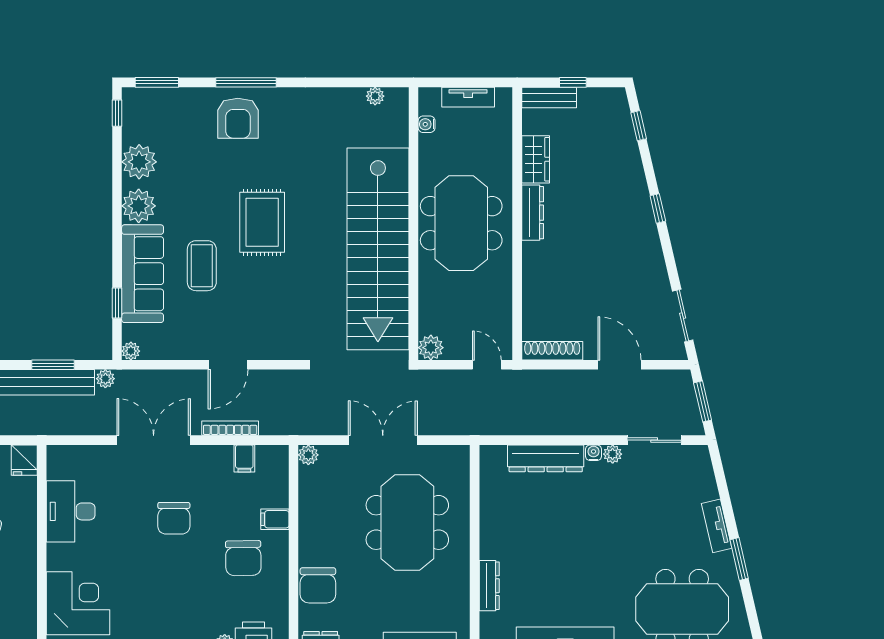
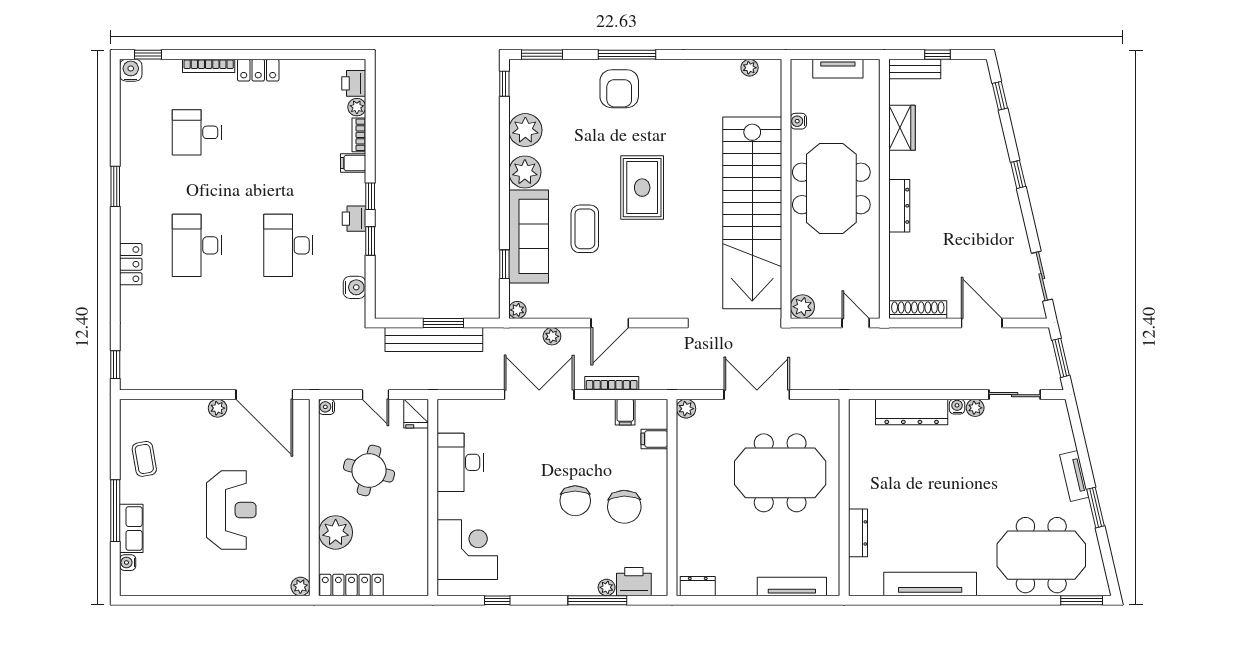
water cooler: (427, 124) -> (798, 121), moved
dresser: (533, 213) -> (899, 206), moved
plant: (105, 379) -> (552, 336), moved
chair: (174, 518) -> (575, 501), moved
filing cabinet: (275, 519) -> (654, 439), moved
meeting table: (407, 522) -> (780, 473), turned 90
chair: (318, 585) -> (695, 533), removed

